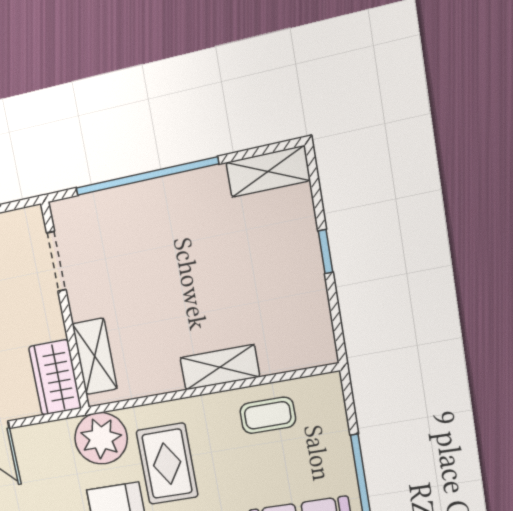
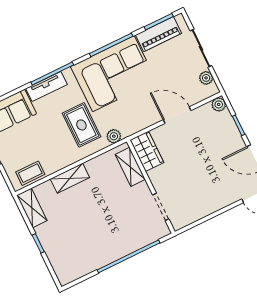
shelving: (268, 171) -> (32, 208), moved, turned 90
coffee table: (268, 415) -> (30, 173), moved
plant: (101, 438) -> (114, 136), width x0.53, depth x0.53

